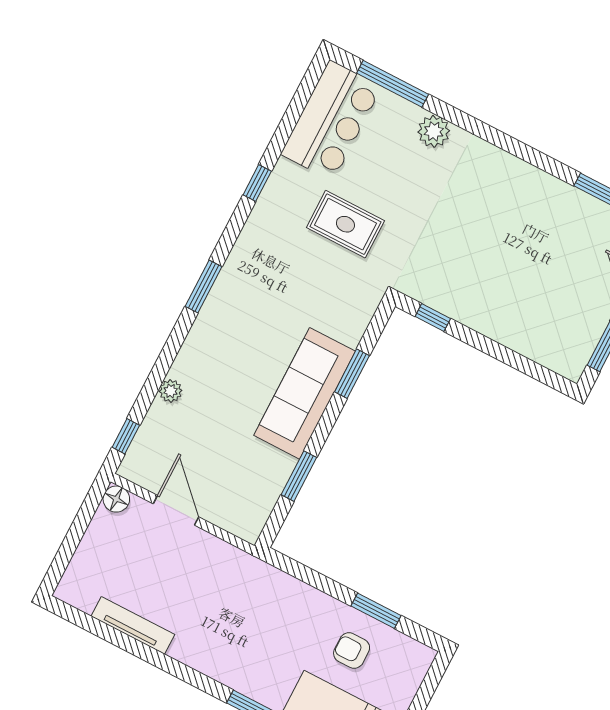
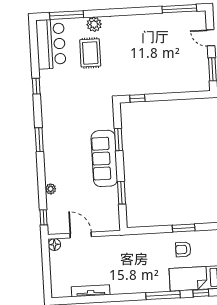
rug: (345, 224) -> (90, 53), moved, turned 90

